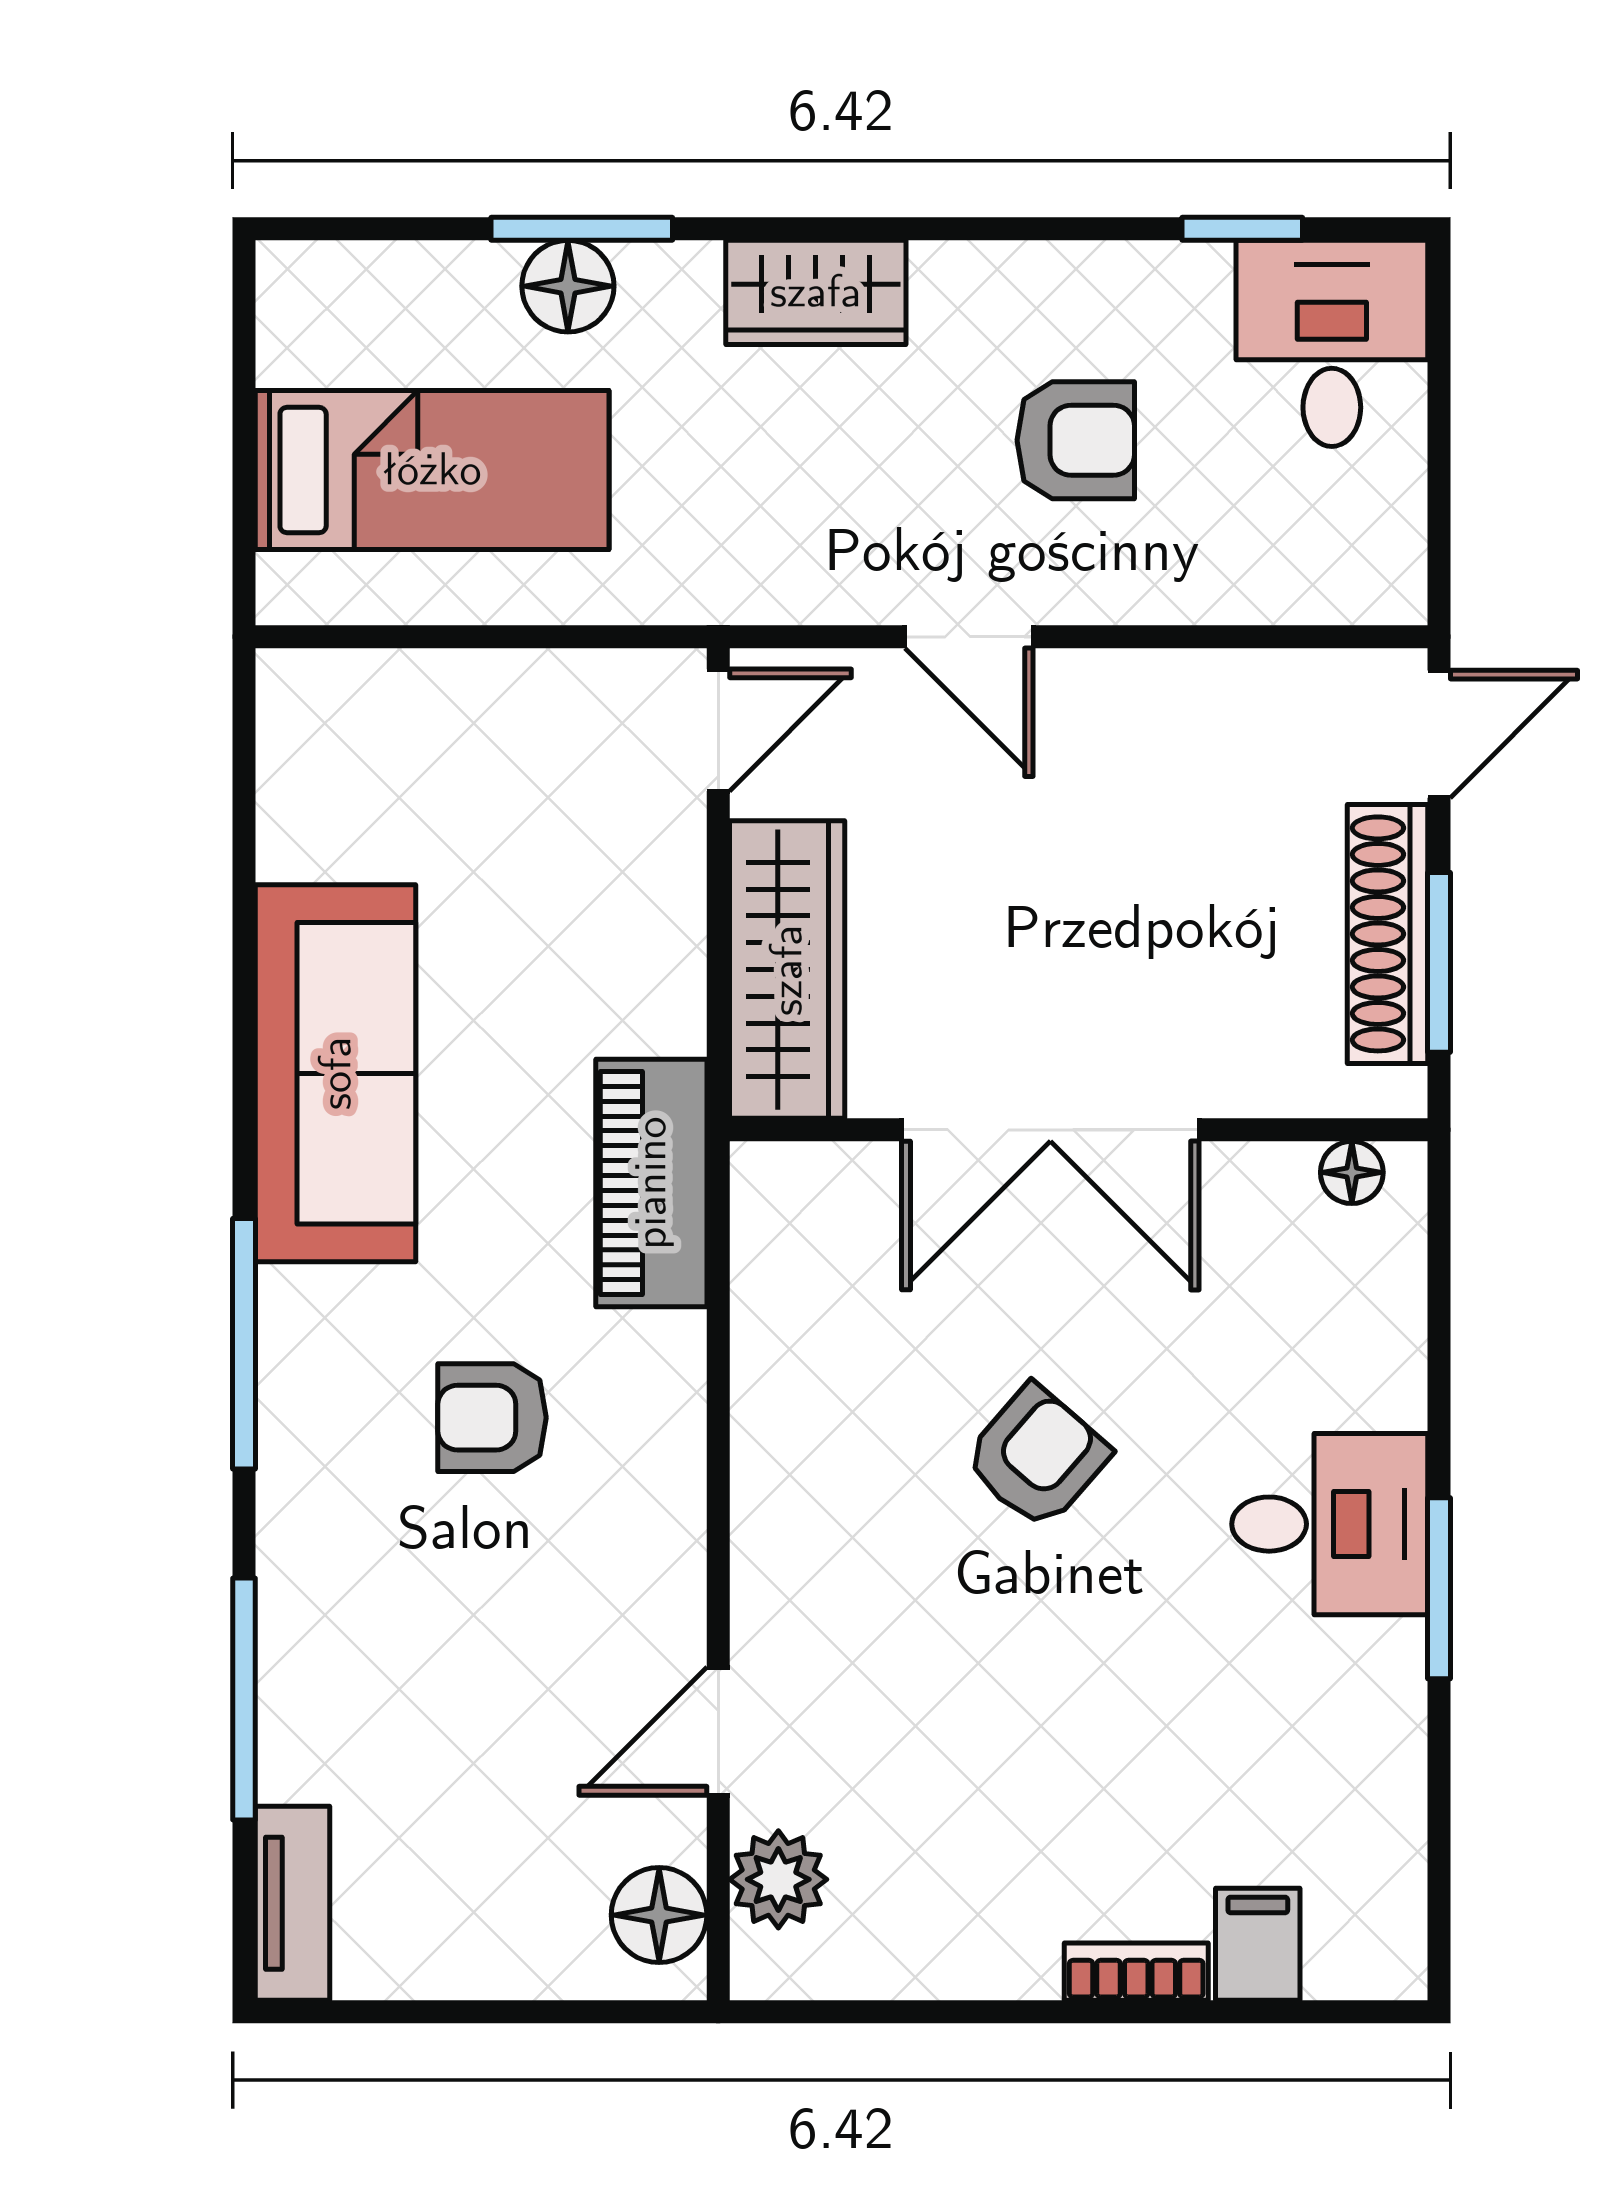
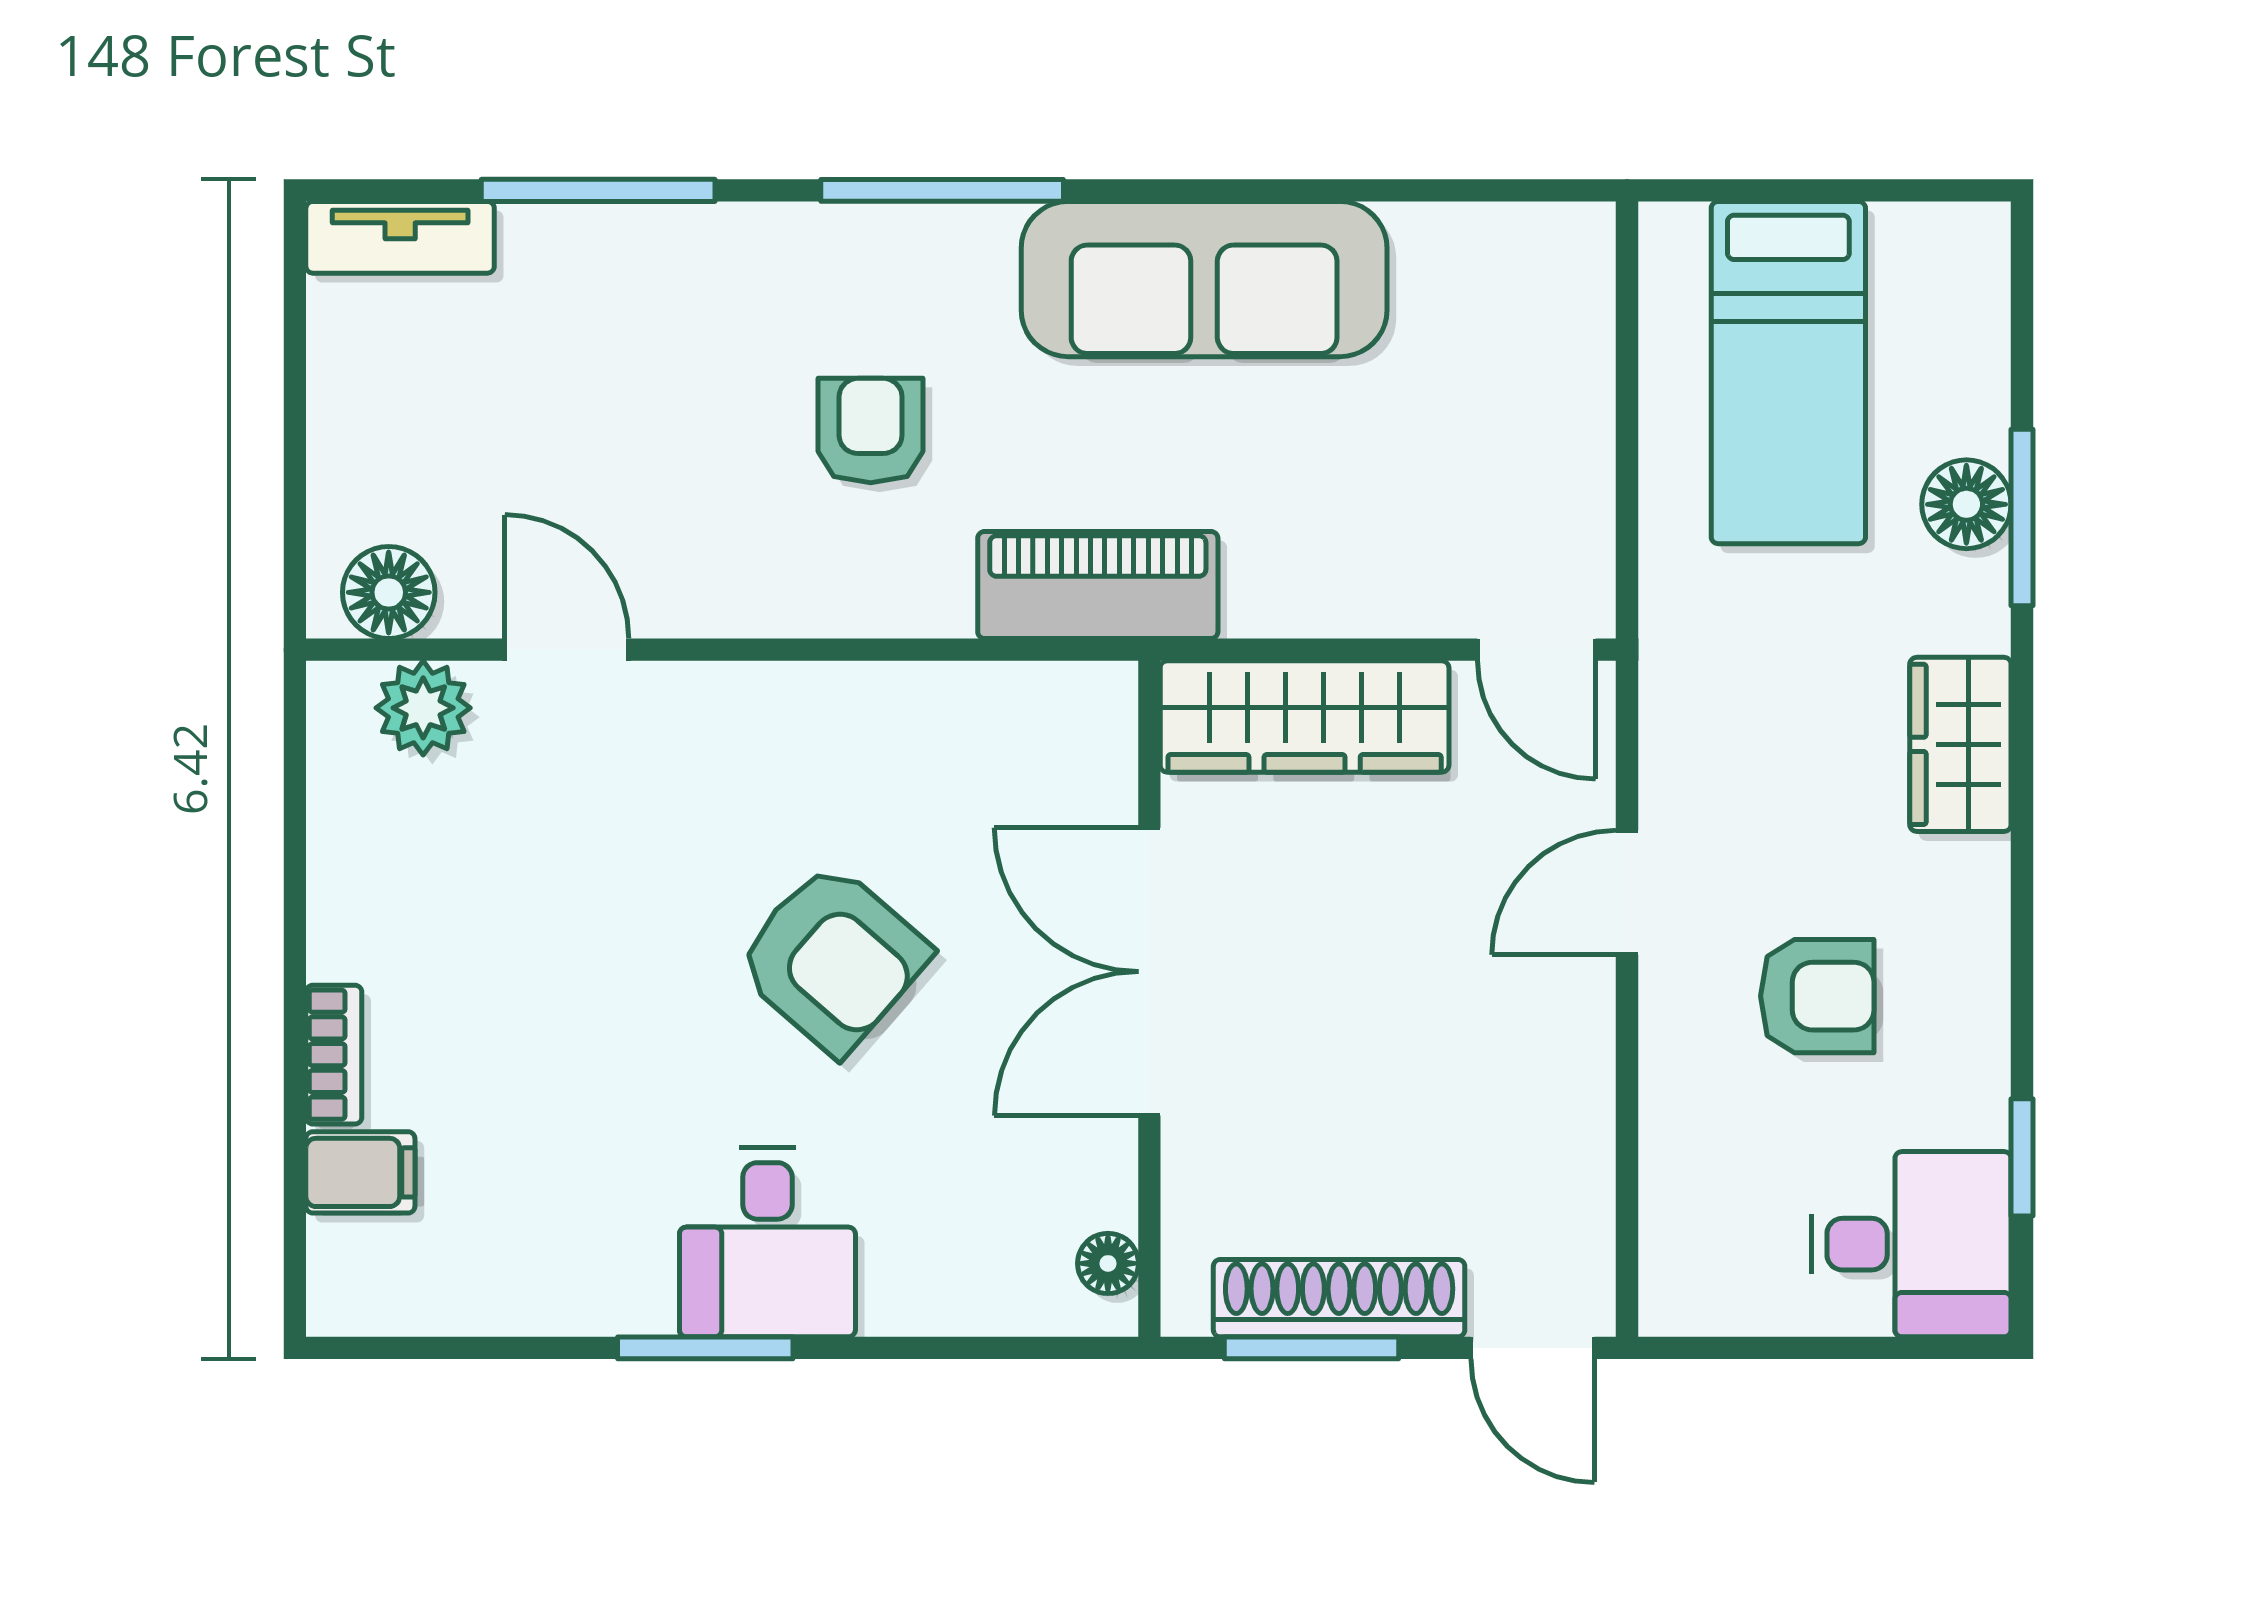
armchair: (1076, 440) -> (1817, 996), turned -90
armchair: (1037, 1457) -> (833, 958), width x1.38, depth x1.38

